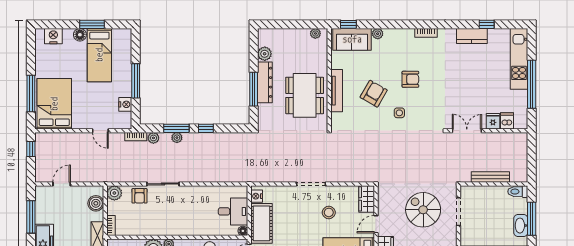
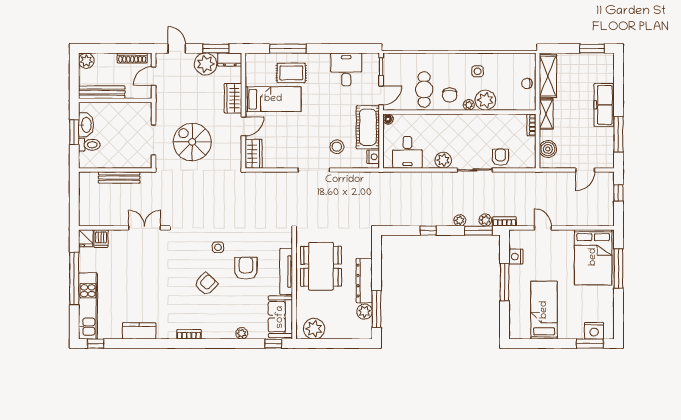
window: (92, 24) -> (590, 344), moved
window: (487, 24) -> (96, 344), moved
plant: (315, 33) -> (314, 329), width x1.87, depth x1.87
floor lamp: (80, 35) -> (565, 332), removed
sofa: (352, 39) -> (280, 317), moved, turned -90
armchair: (410, 79) -> (206, 284), turned 134
window: (254, 89) -> (376, 309), moved
armchair: (374, 94) -> (246, 268), turned 150
fridge: (493, 121) -> (86, 238), moved
window: (176, 128) -> (478, 231), moved
double door: (467, 131) -> (145, 228), swing flipped
window: (31, 149) -> (618, 193), moved
toilet: (518, 192) -> (89, 145), moved
plant: (114, 193) -> (443, 160), moved
spiral stairs: (423, 210) -> (192, 142), turned 180
desk: (233, 211) -> (407, 152), moved, turned -90
stool: (329, 212) -> (337, 147), moved
window: (532, 219) -> (74, 132), width x0.69

